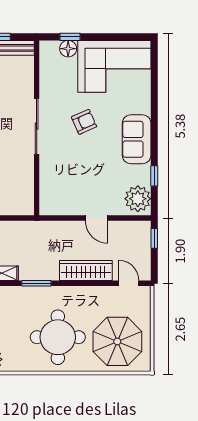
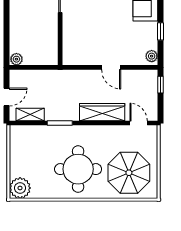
plant: (138, 199) -> (152, 56), width x0.53, depth x0.53

